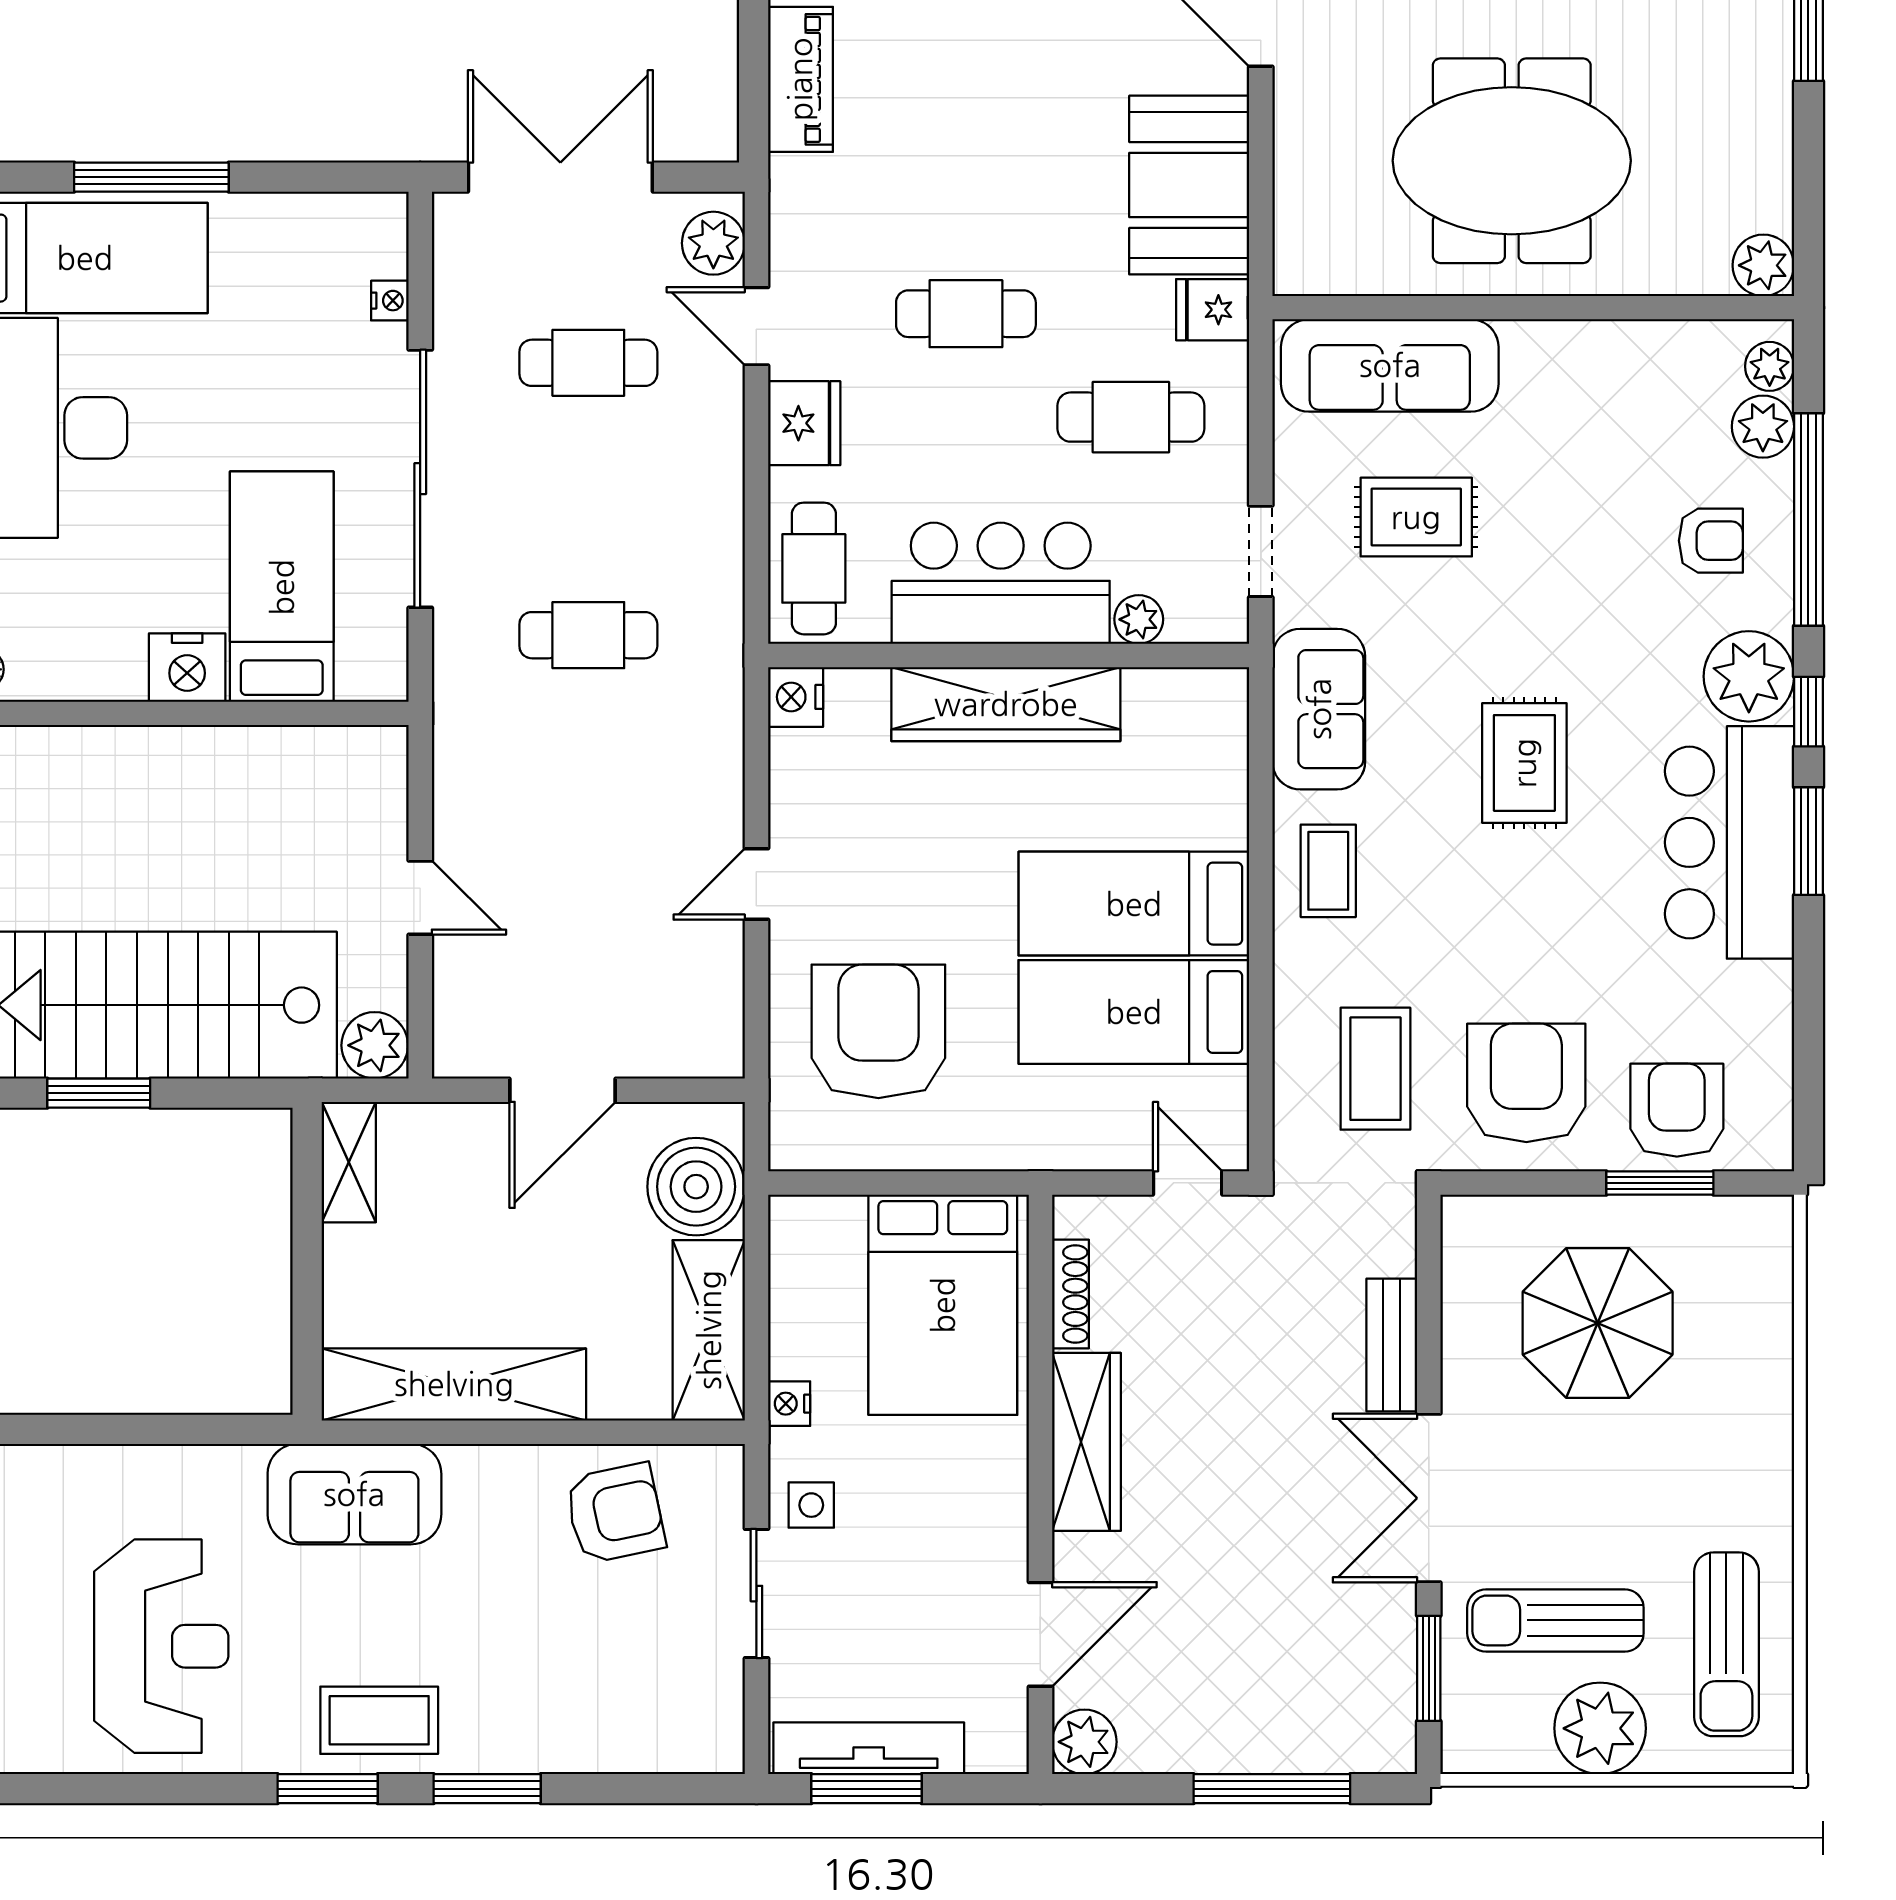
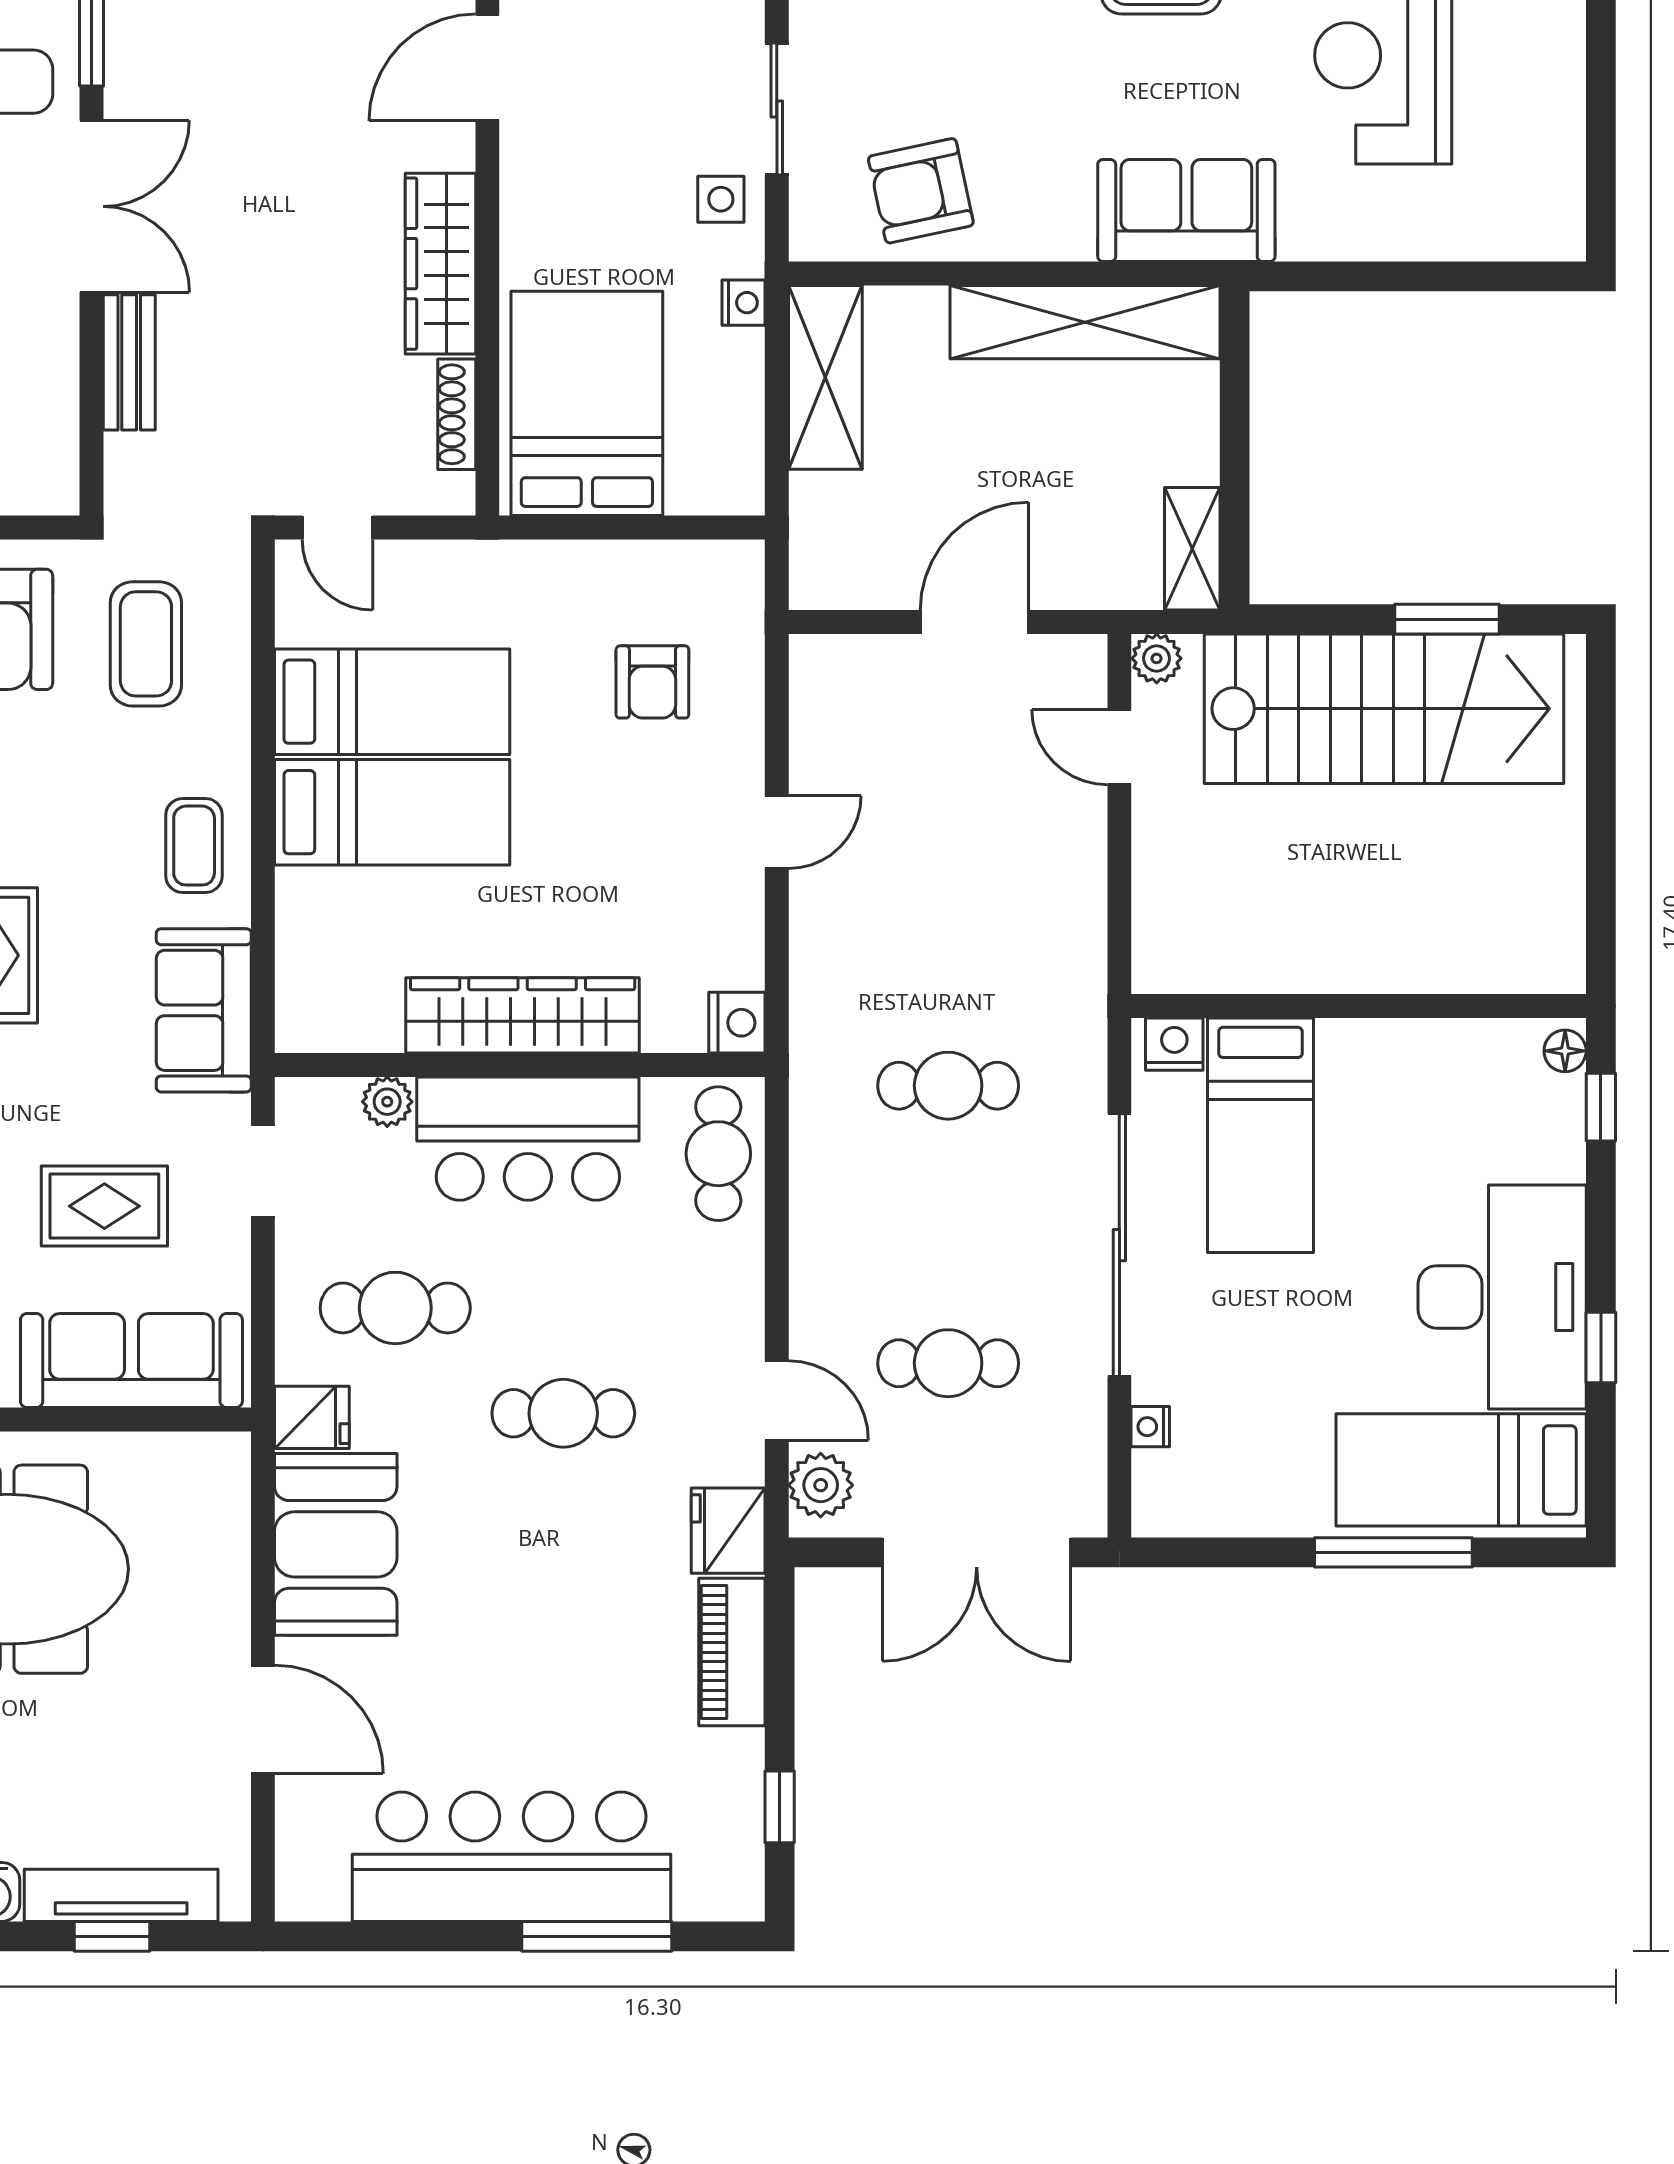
fridge: (804, 423) -> (728, 1531), moved
nightstand: (187, 668) -> (1174, 1044), moved, width x0.74, depth x0.75
door: (420, 898) -> (1119, 747), moved
armchair: (878, 1031) -> (652, 682), width x0.53, depth x0.53
plant: (375, 1045) -> (1157, 658), width x0.73, depth x0.73
boiler: (696, 1187) -> (838, 524), removed

